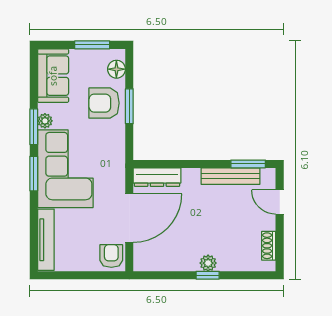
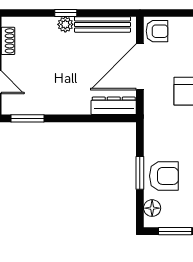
bench: (230, 176) -> (102, 24), moved
armchair: (111, 256) -> (157, 31), turned -90

